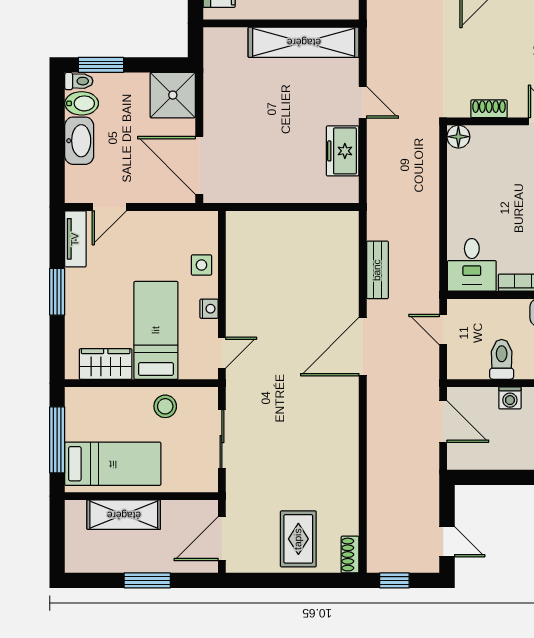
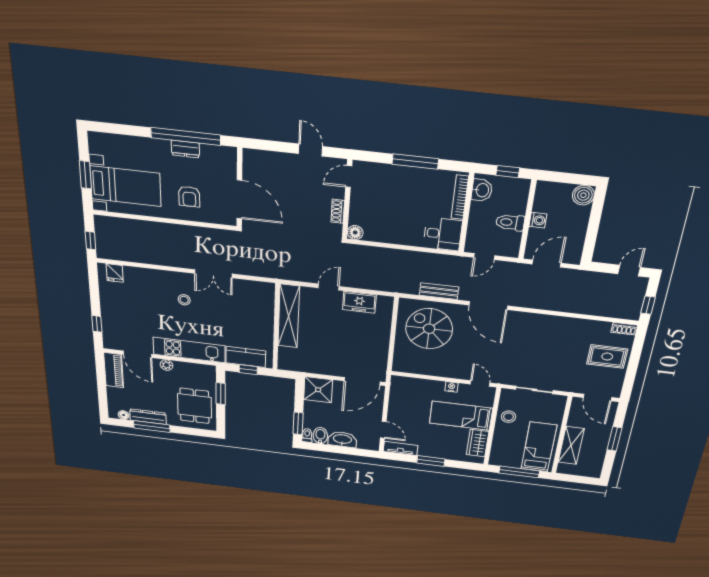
spiral stairs: (311, 262) -> (429, 329), added
side table: (201, 265) -> (424, 388), removed

